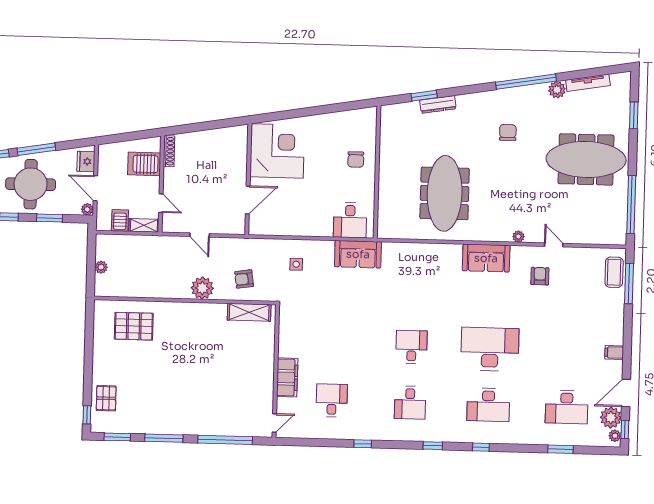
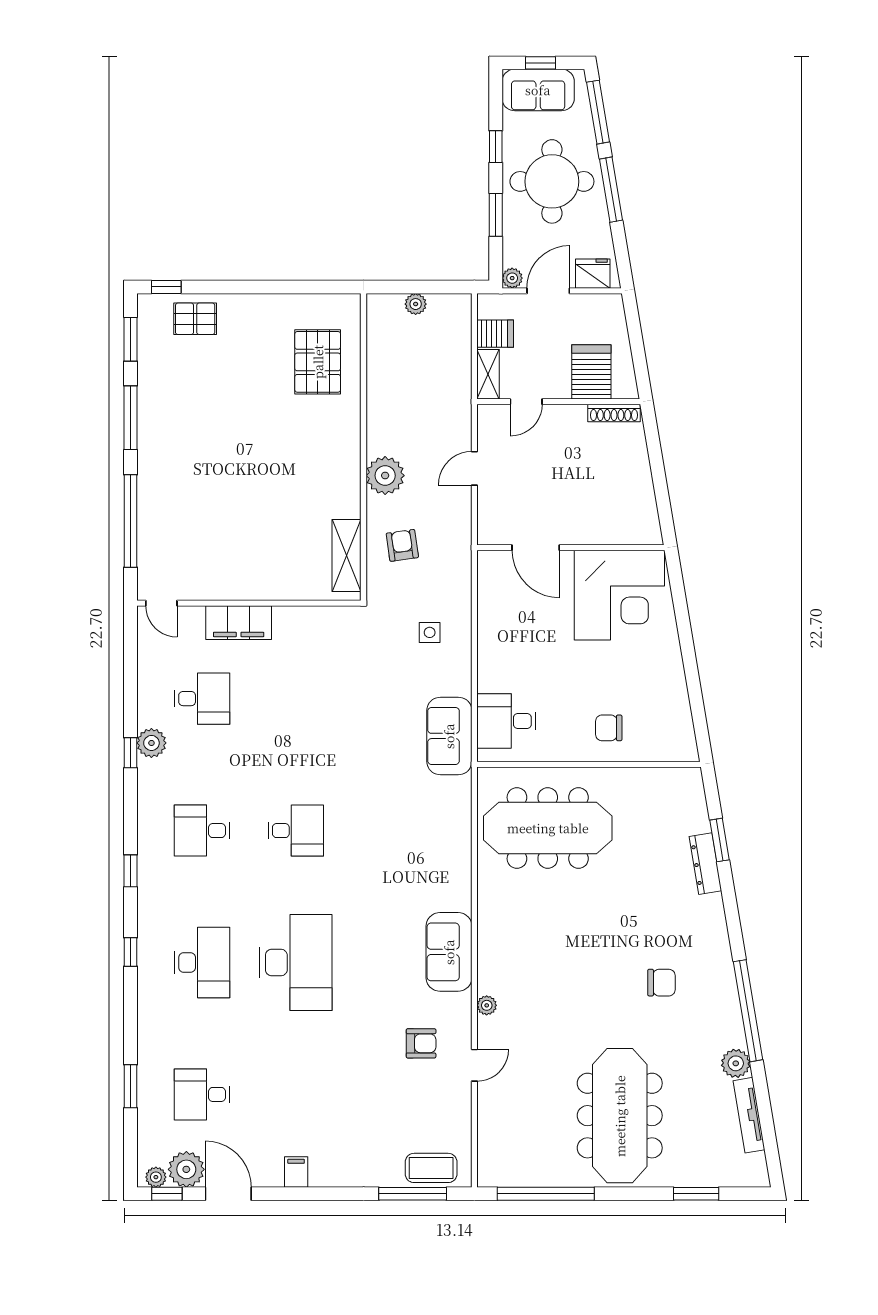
meeting table: (445, 193) -> (548, 828), moved
desk: (488, 405) -> (202, 963), turned 180
desk: (567, 407) -> (202, 1094), width x0.73
plant: (357, 431) -> (151, 743), added

